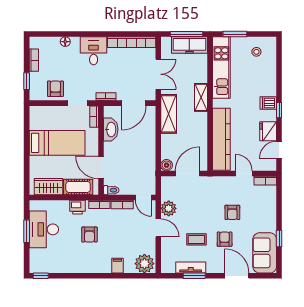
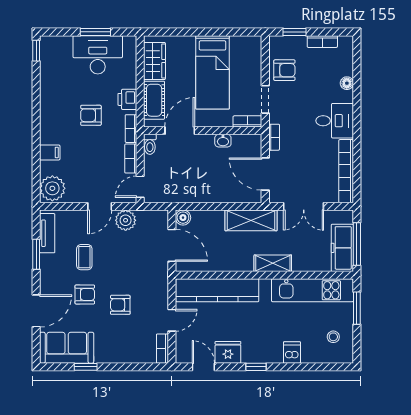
dishwasher: (268, 103) -> (292, 352), moved
washbasin: (111, 129) -> (223, 141), width x0.52, depth x0.69
tv unit: (191, 268) -> (47, 233), moved

